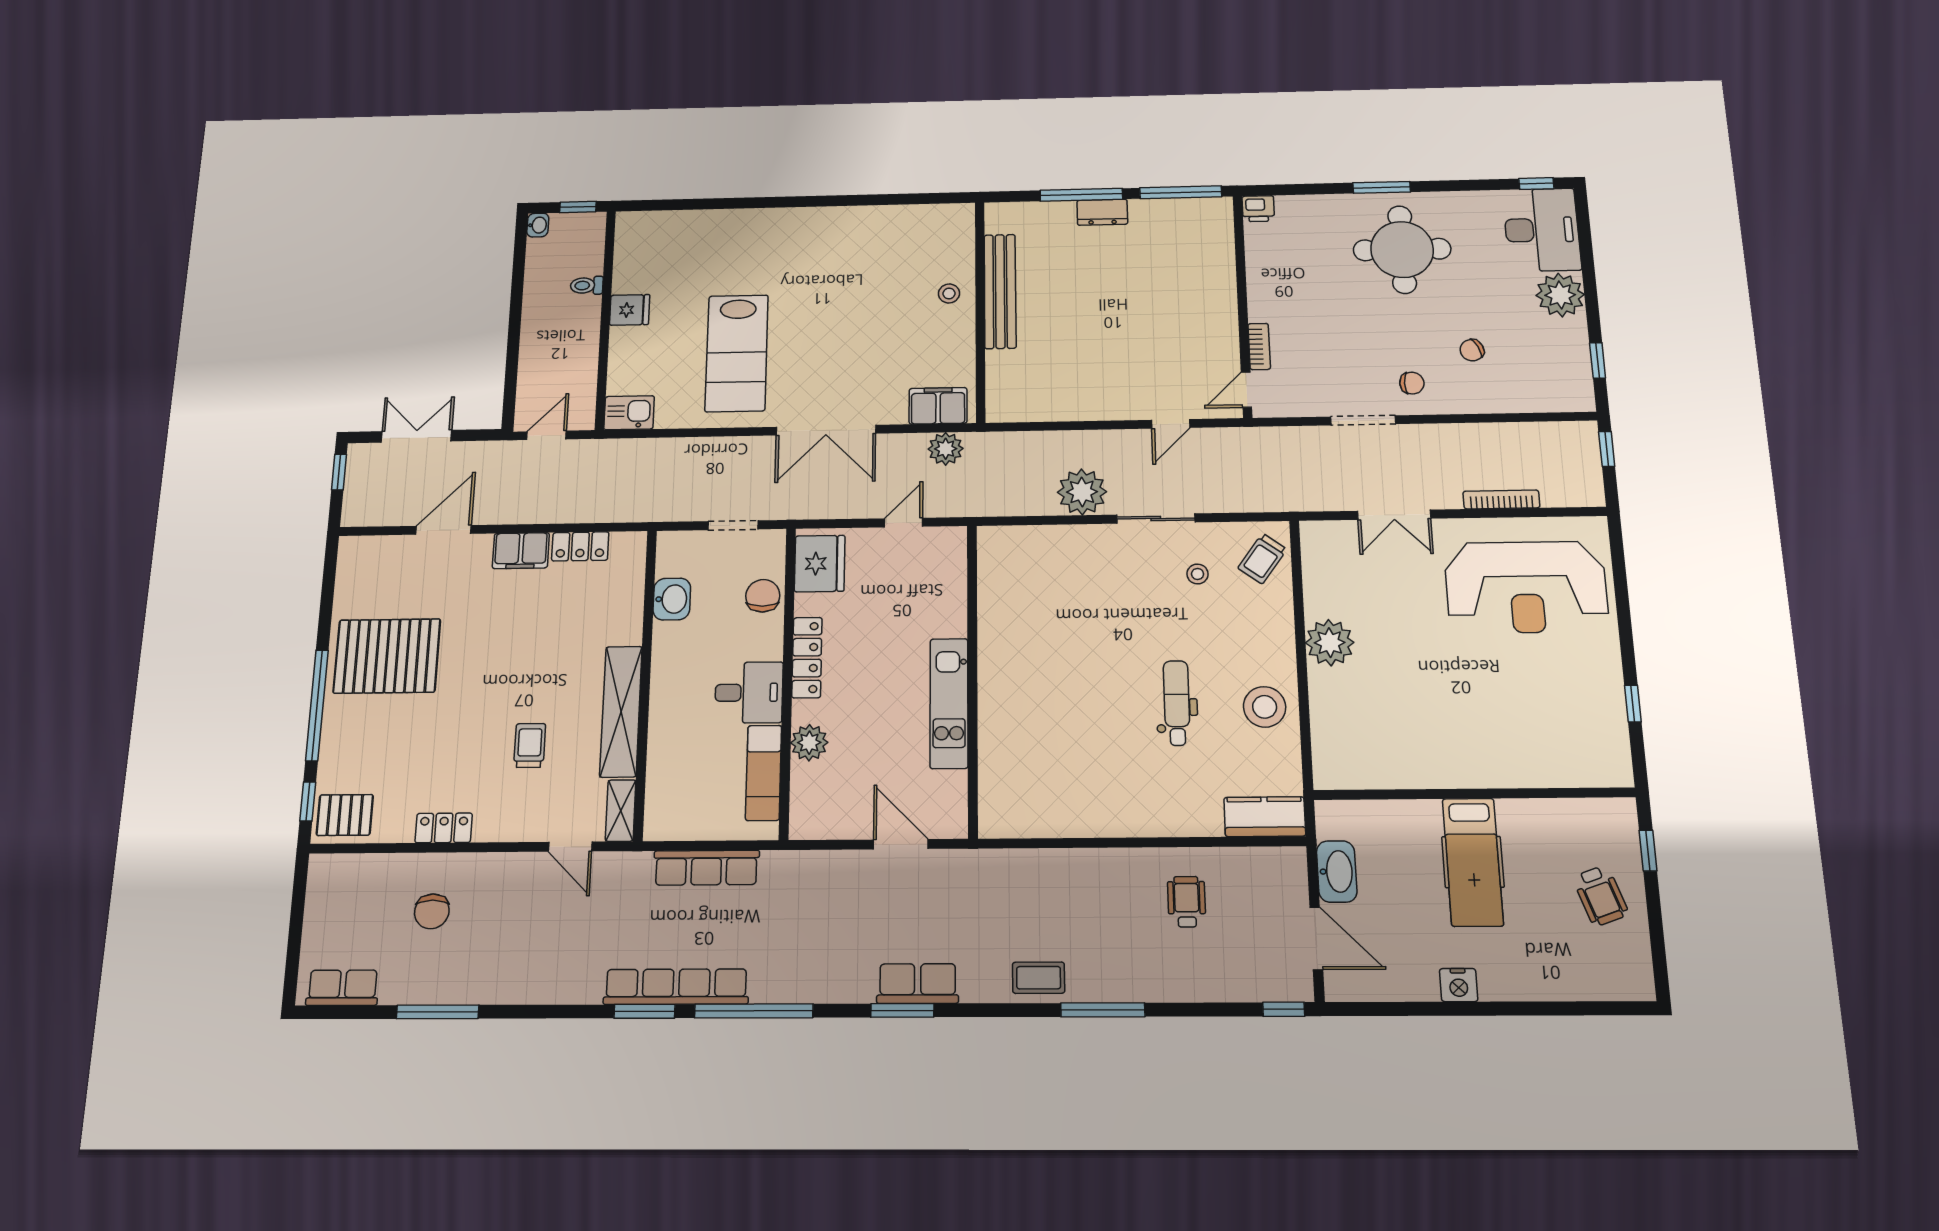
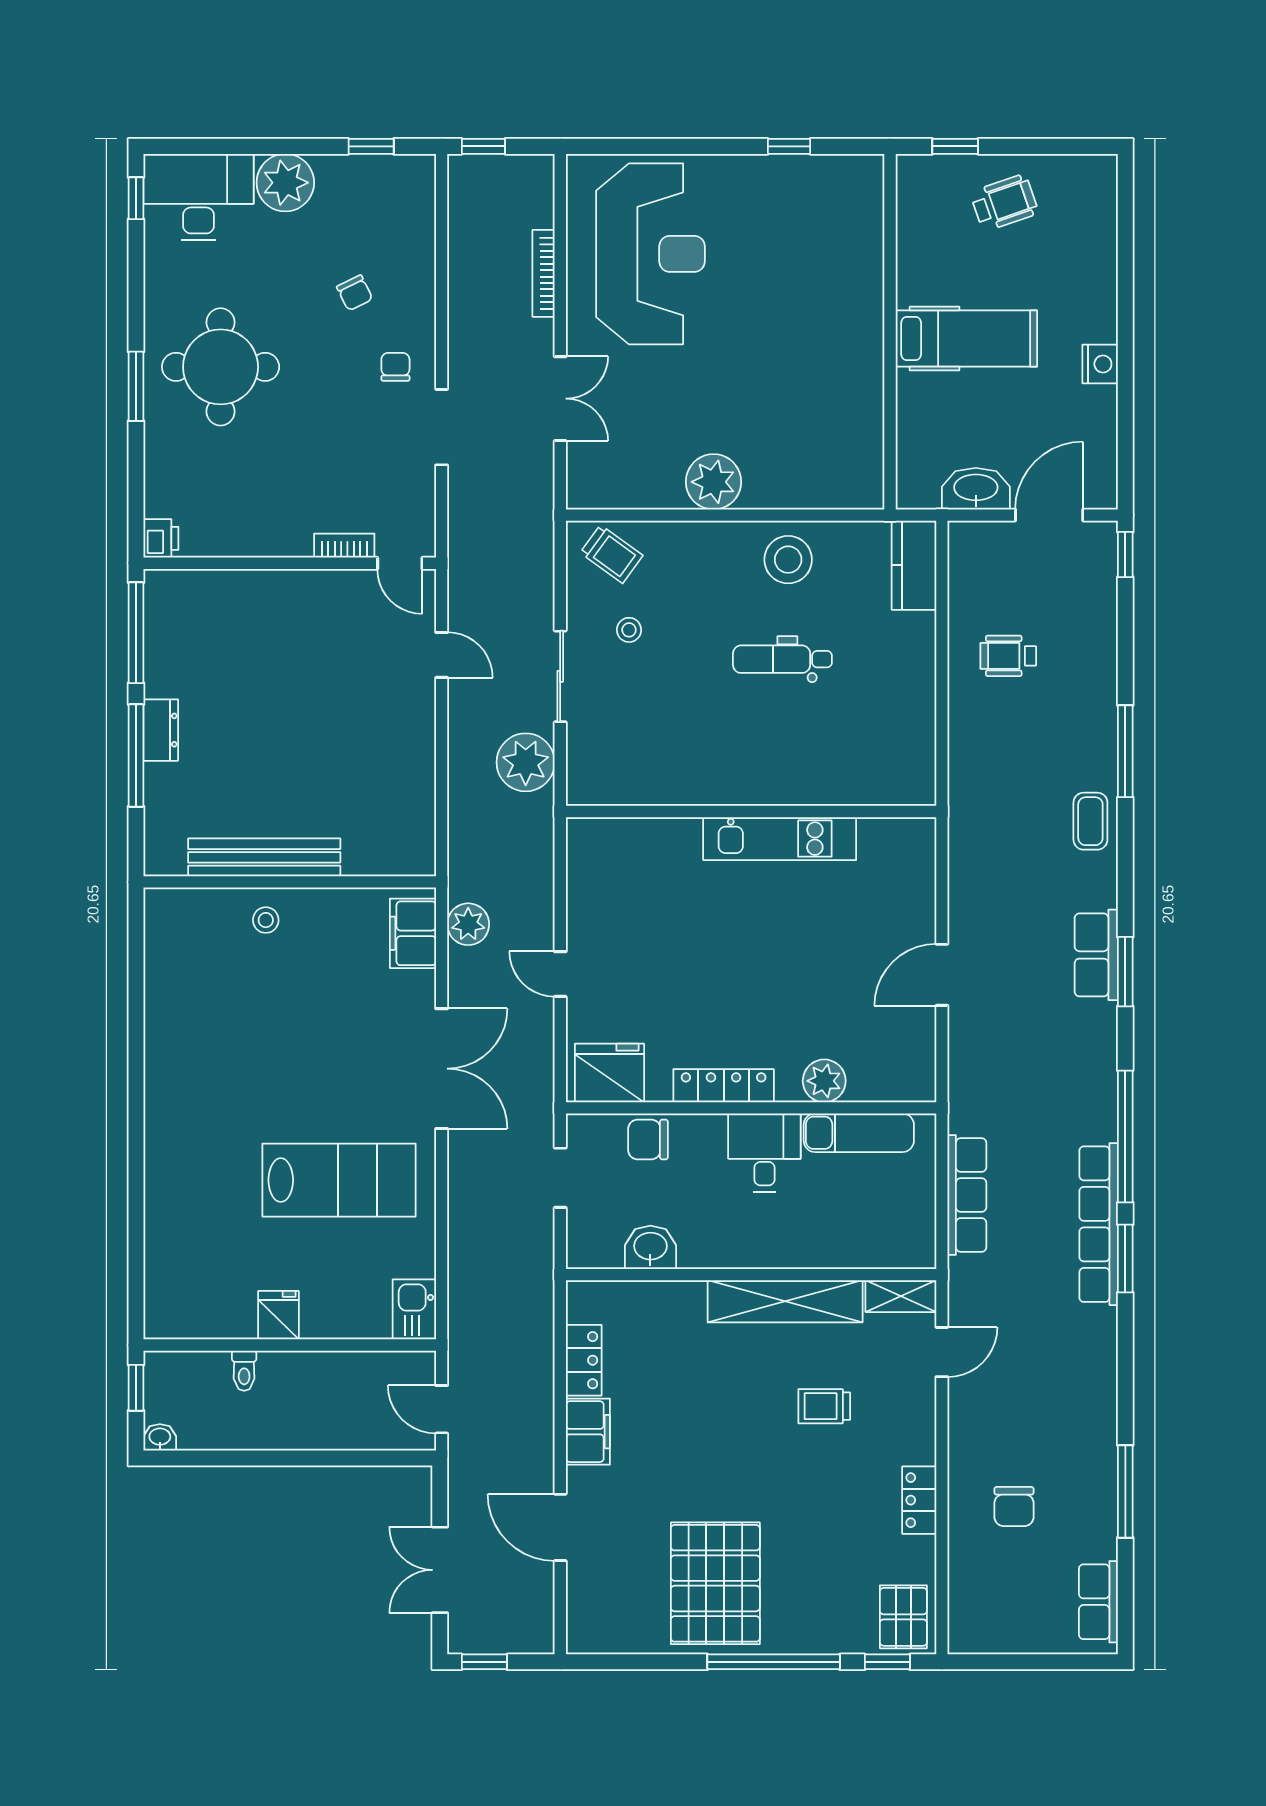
wall: (972, 679) -> (751, 811), moved
kitchen unit: (949, 703) -> (780, 839), moved
chair: (432, 911) -> (1014, 1507), turned 90

